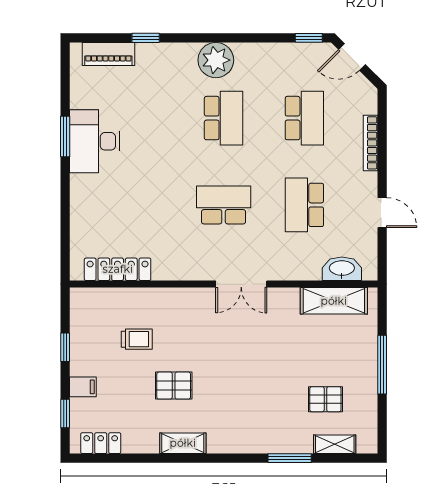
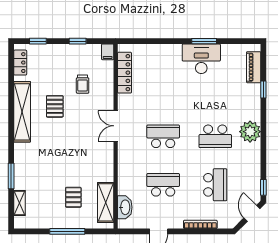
school desk: (304, 118) -> (215, 185), turned -90
school desk: (224, 205) -> (163, 136), turned -90
double door: (241, 284) -> (116, 126), moved
filing cabinet: (83, 387) -> (108, 52), moved
pallet: (325, 399) -> (73, 197), moved
shelving: (183, 443) -> (22, 112), width x2.20, depth x1.33

